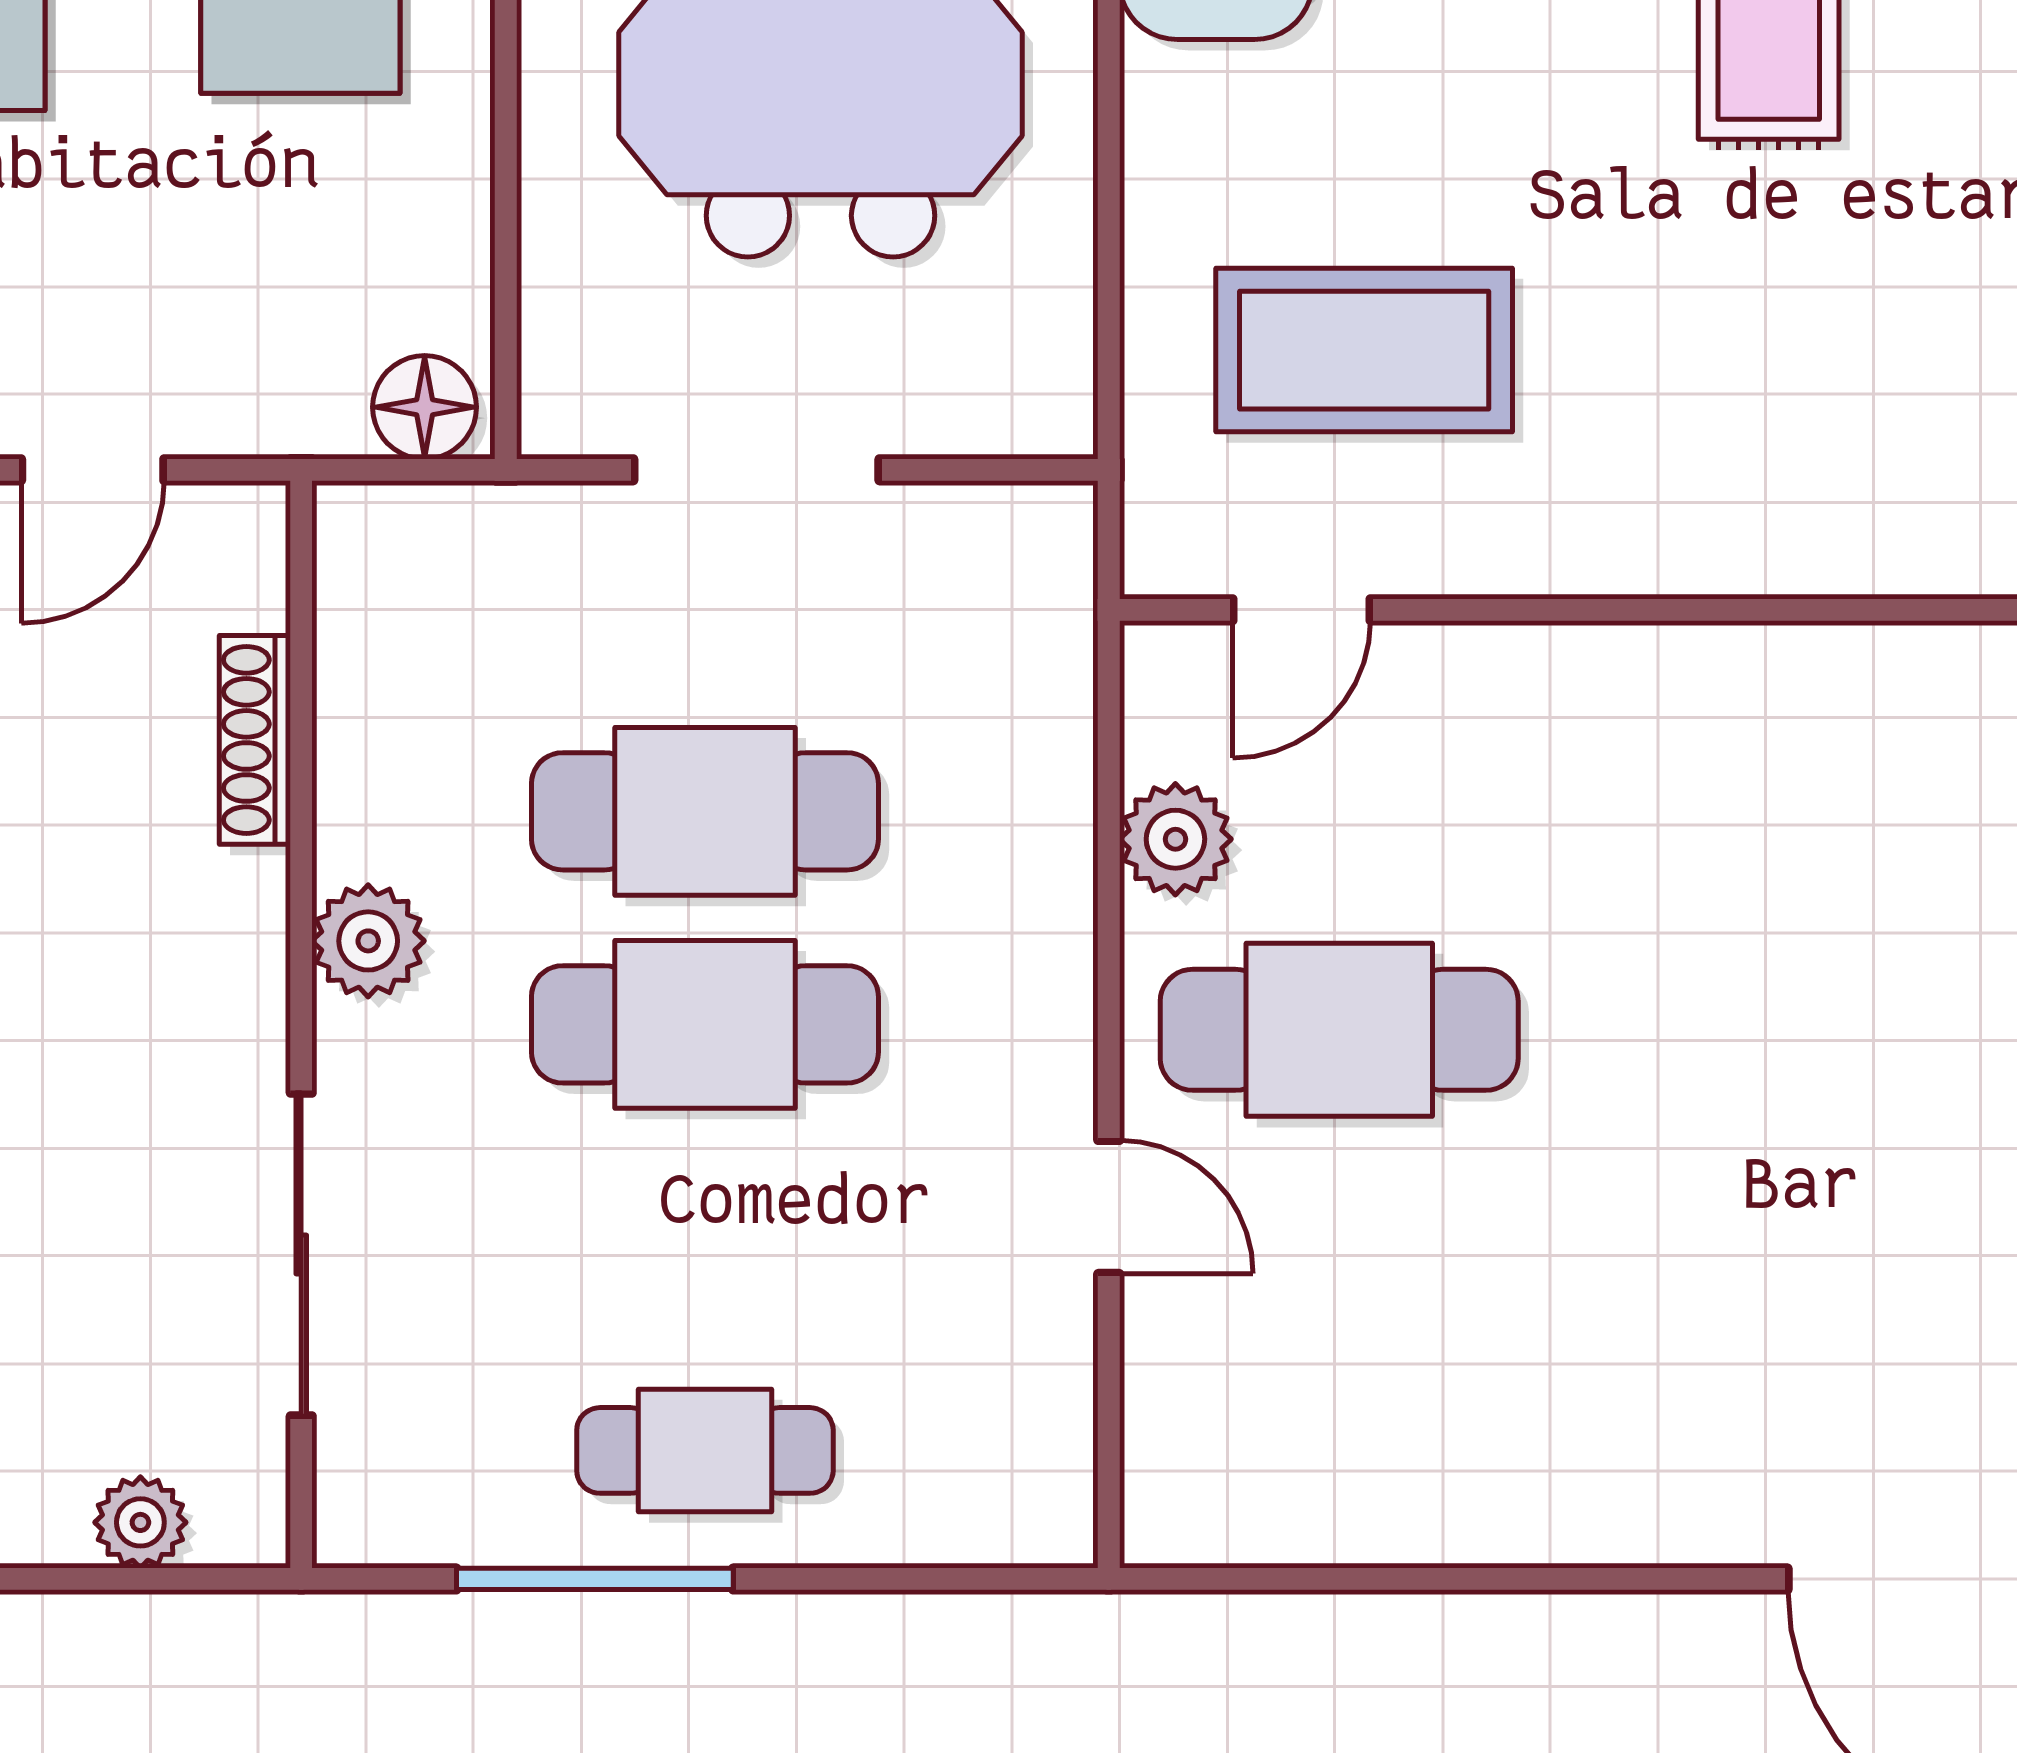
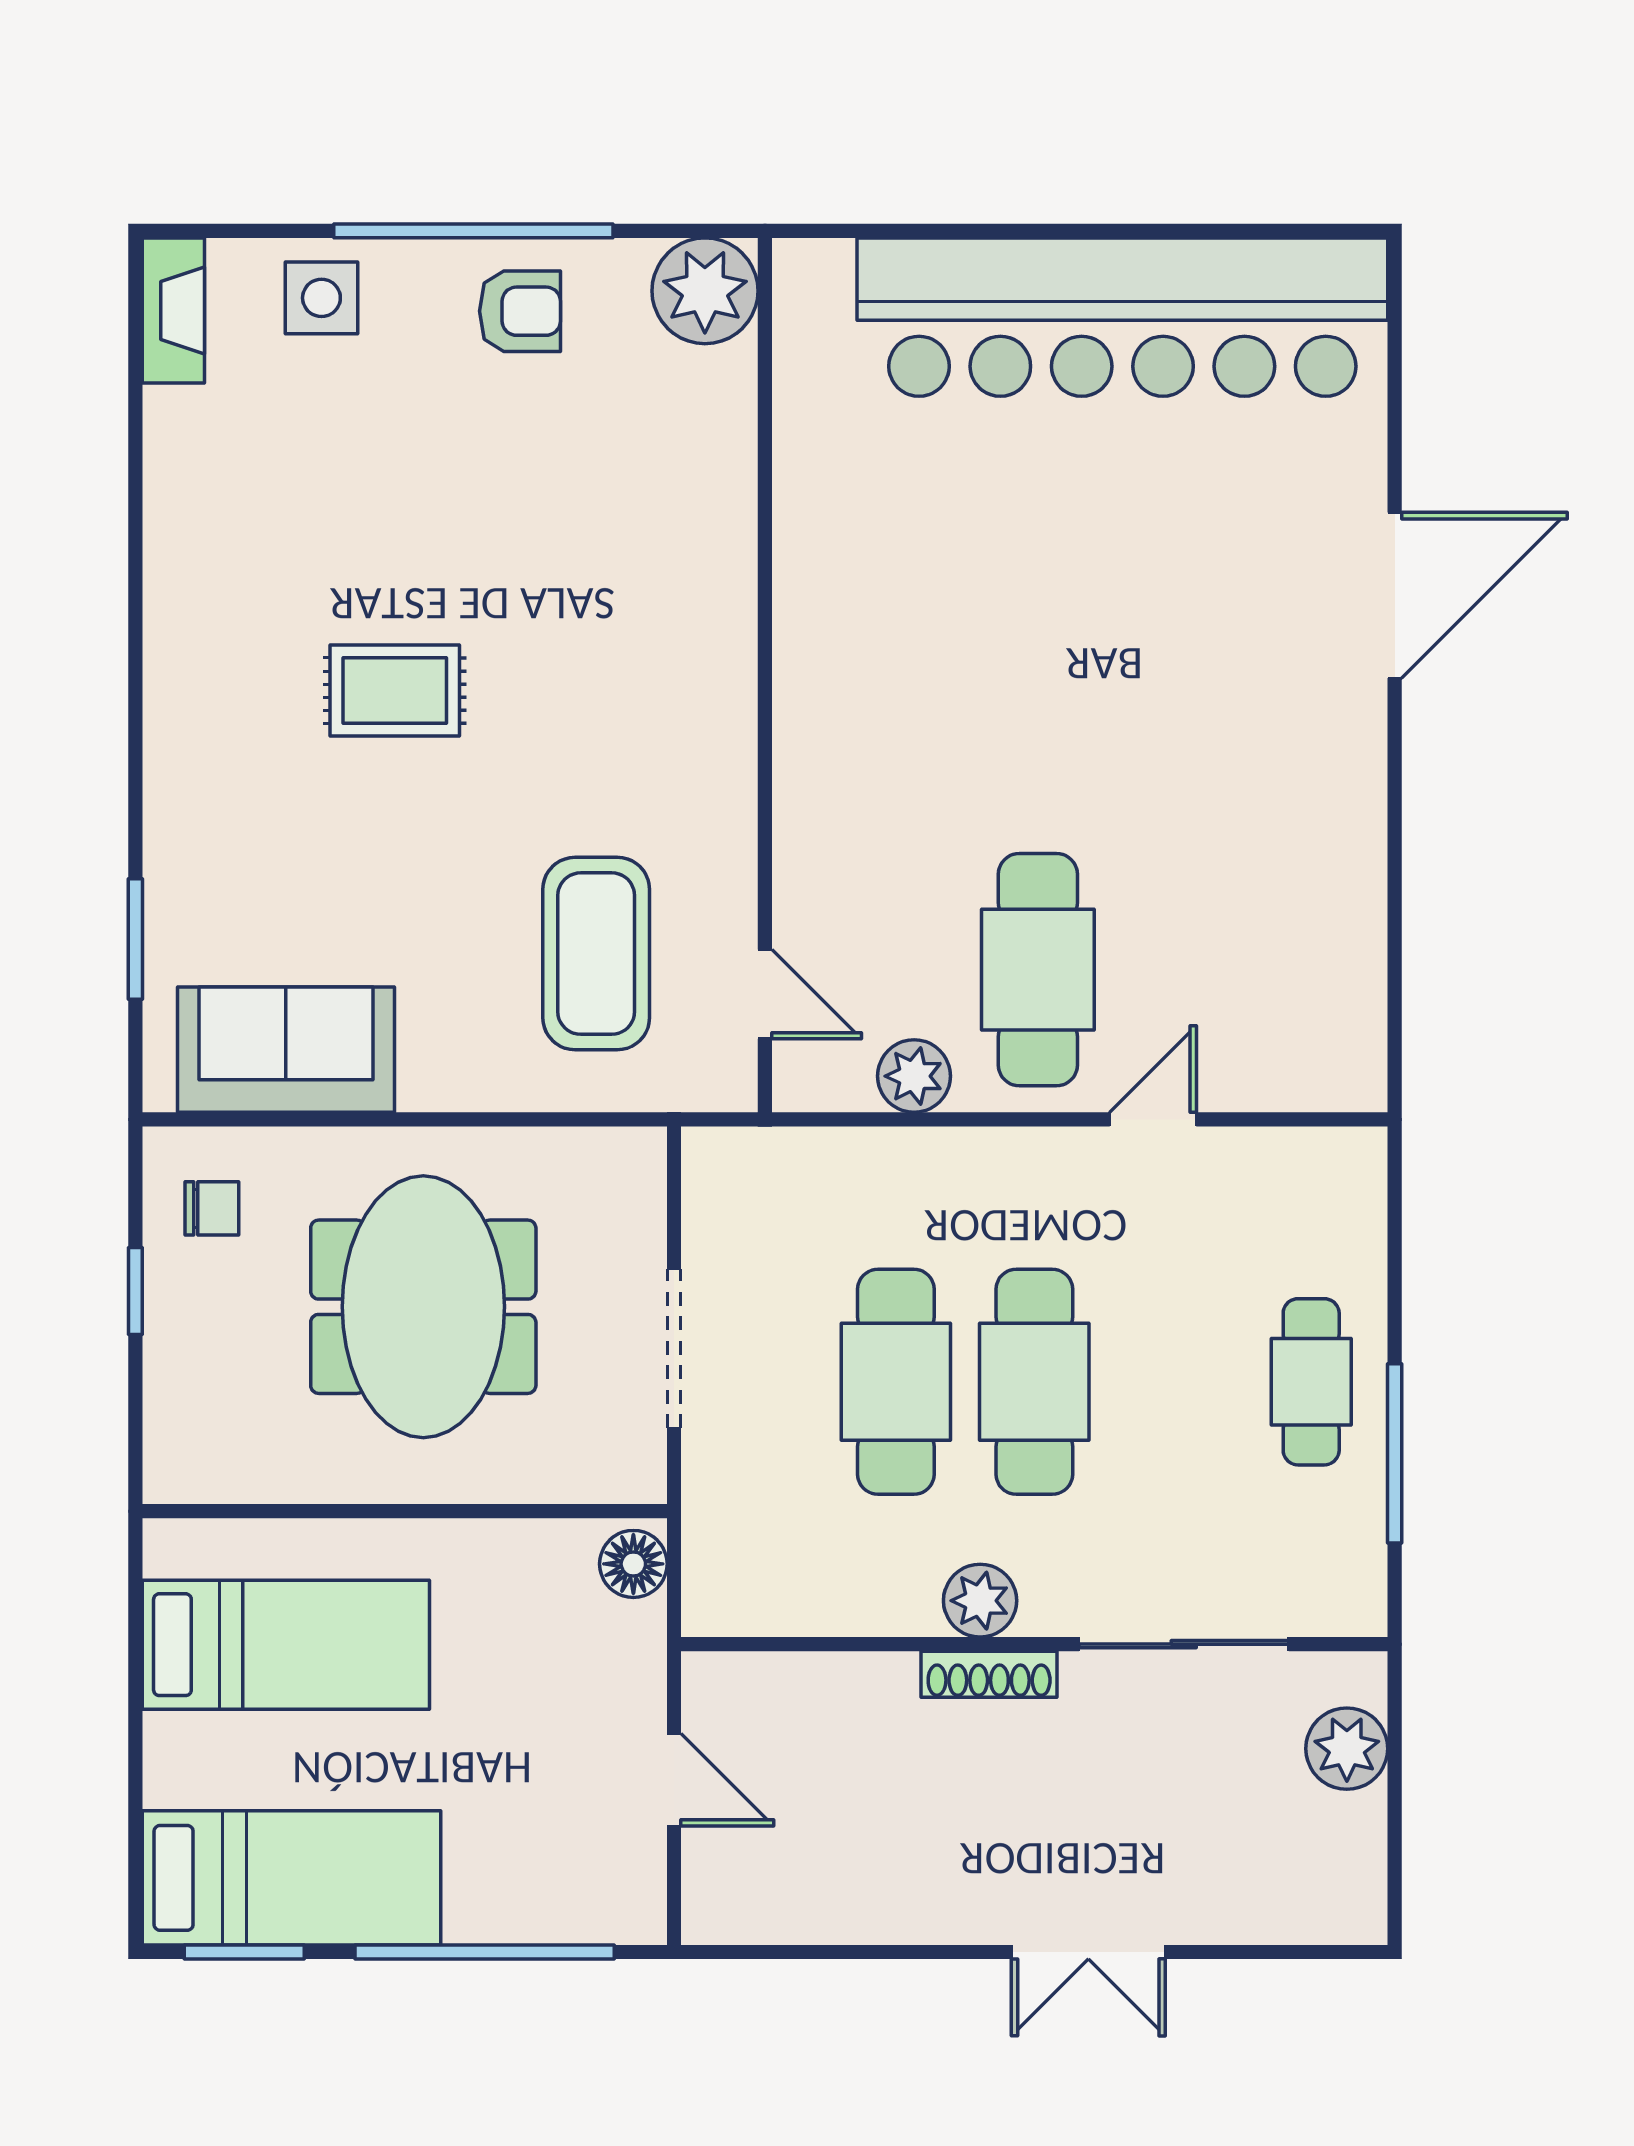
shoe rack: (255, 740) -> (989, 1674), moved
plant: (140, 1522) -> (1347, 1749), width x1.38, depth x1.38

